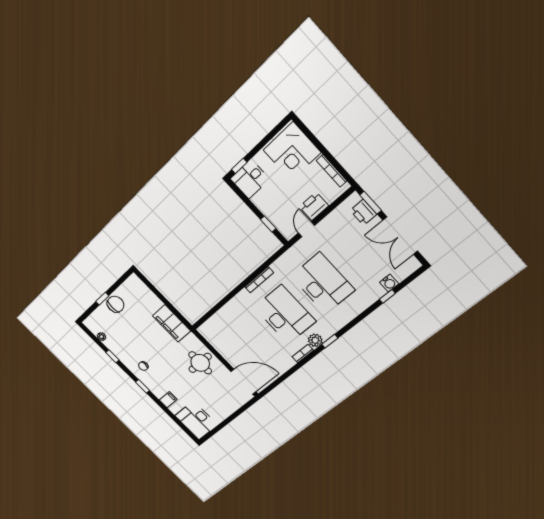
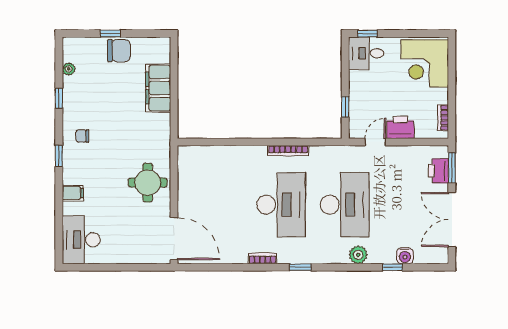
bookcase: (332, 171) -> (443, 118), width x0.64
filing cabinet: (172, 323) -> (158, 88), moved
plant: (315, 340) -> (358, 255), moved

